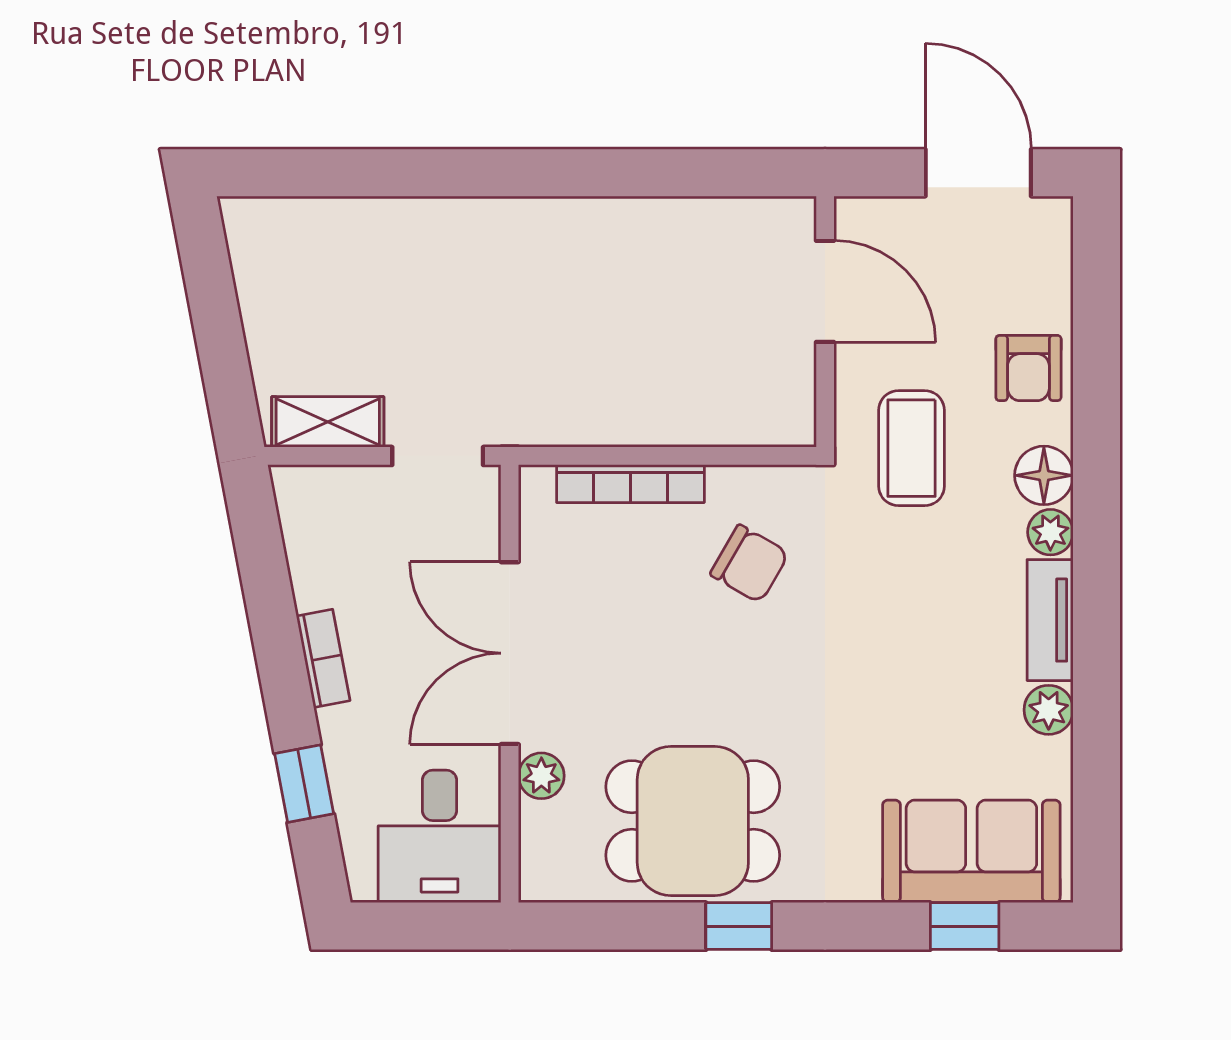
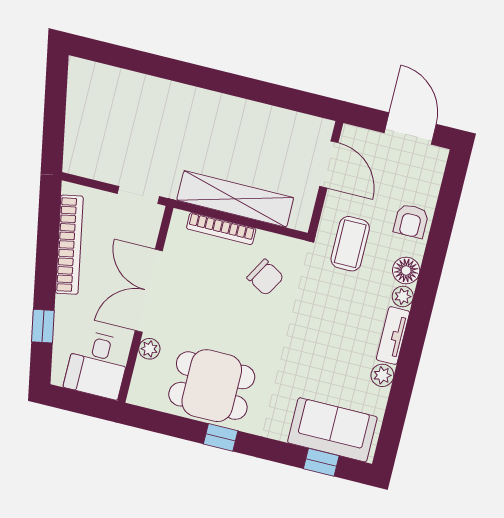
shelving: (328, 422) -> (235, 199), moved, width x2.20, depth x1.33
bookcase: (323, 658) -> (69, 245), width x2.31, depth x1.31

